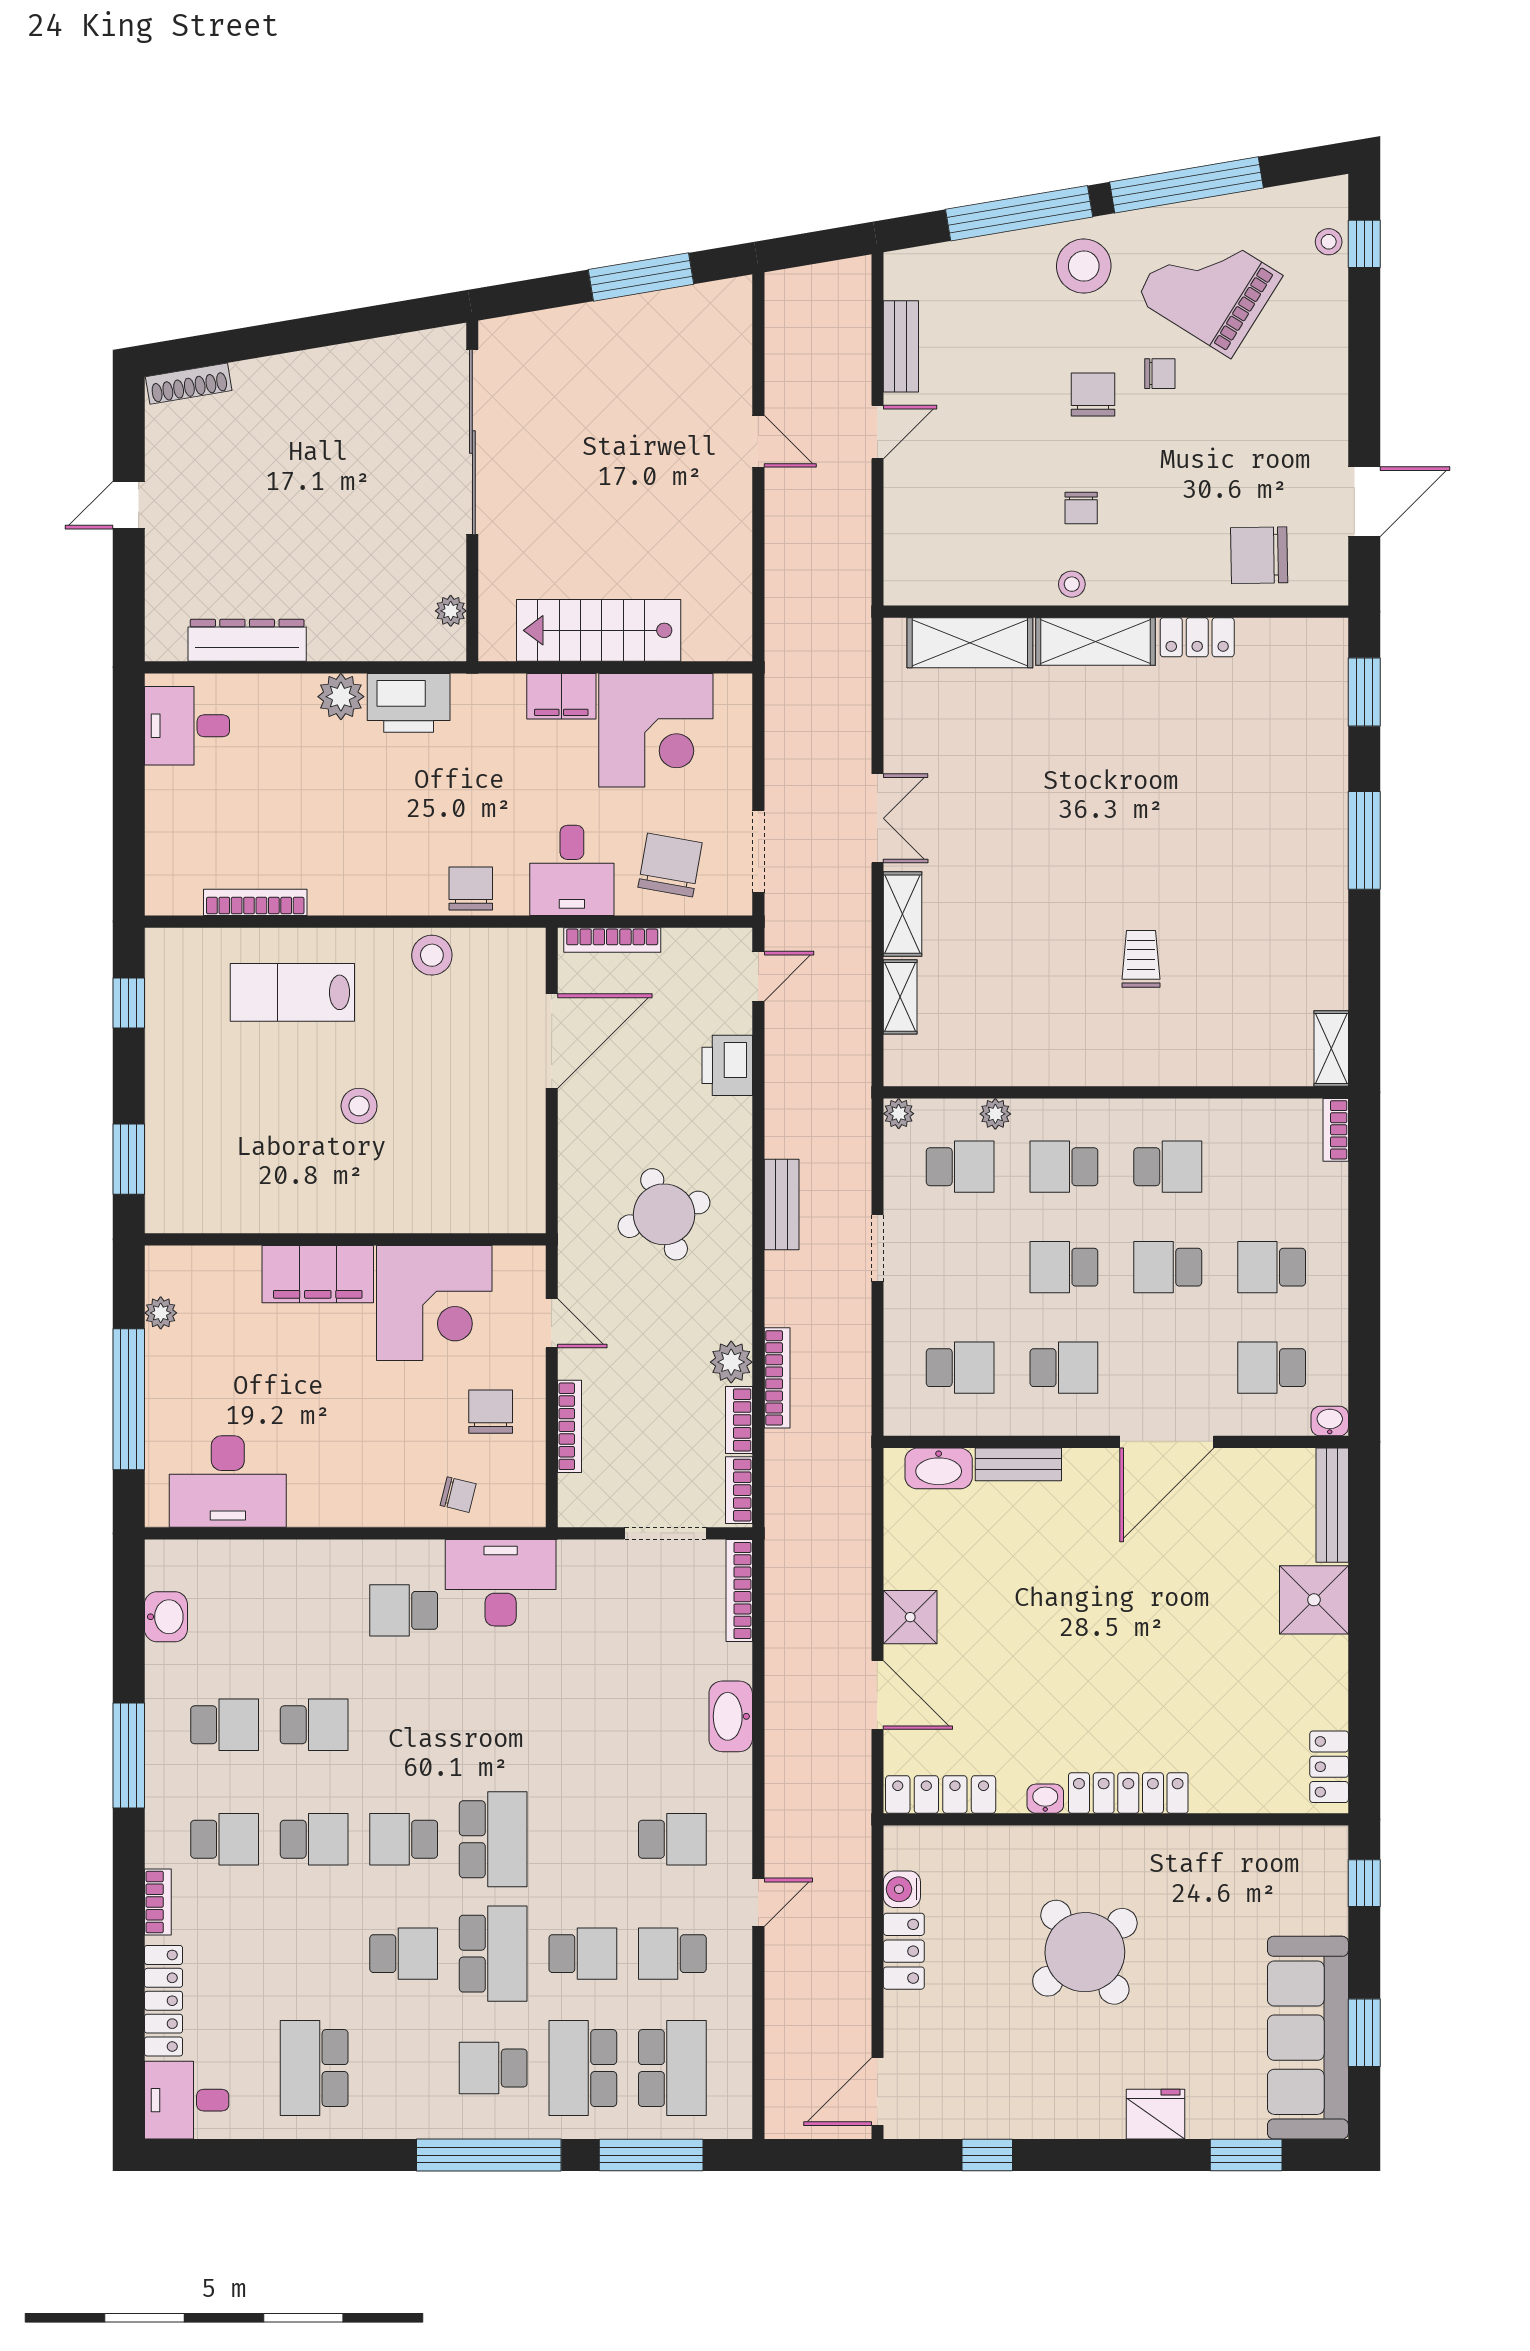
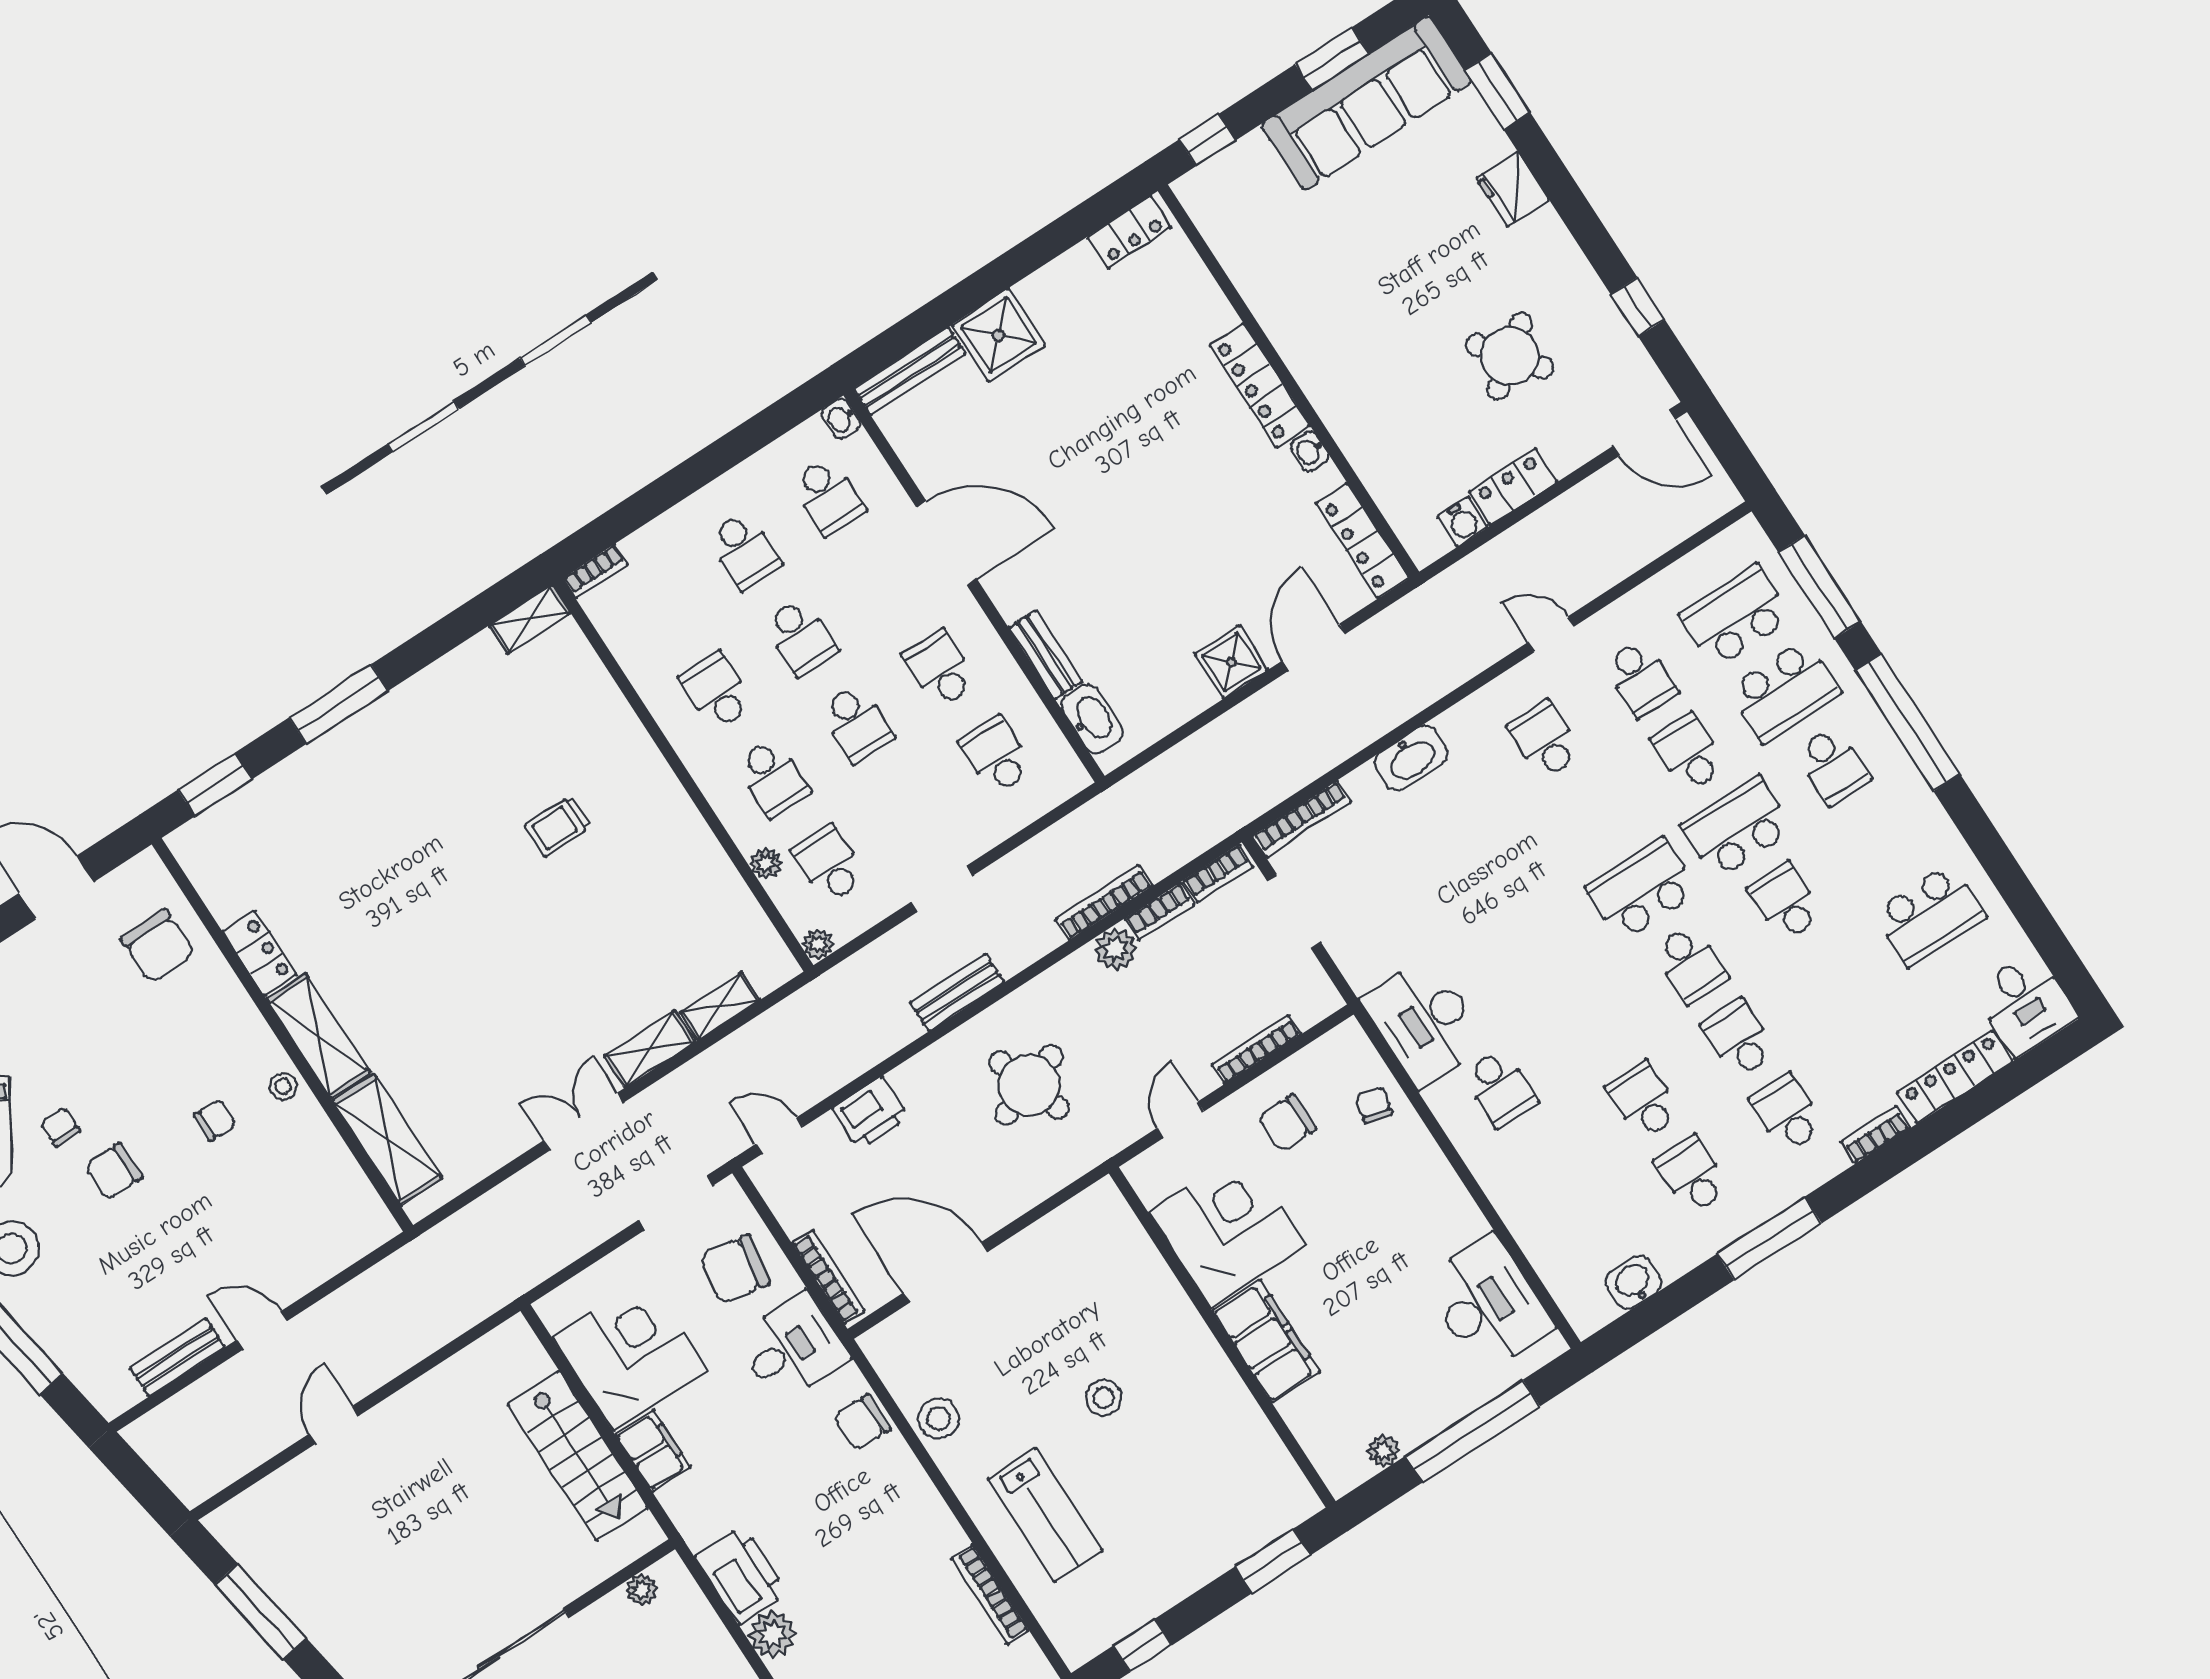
round table: (1085, 1952) -> (1510, 356), moved, width x0.73, depth x0.73

